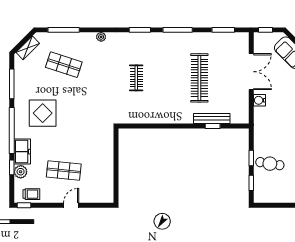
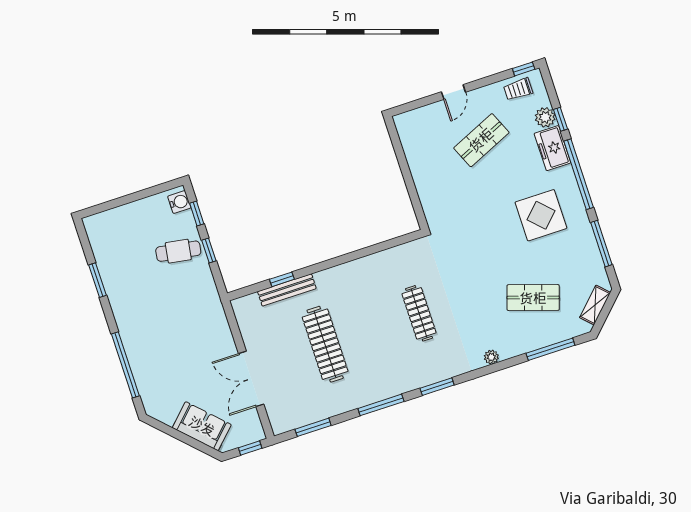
clothes rail: (136, 78) -> (419, 313), width x1.36
water cooler: (259, 100) -> (179, 202), moved
shop shelf: (64, 171) -> (481, 140), turned -30

